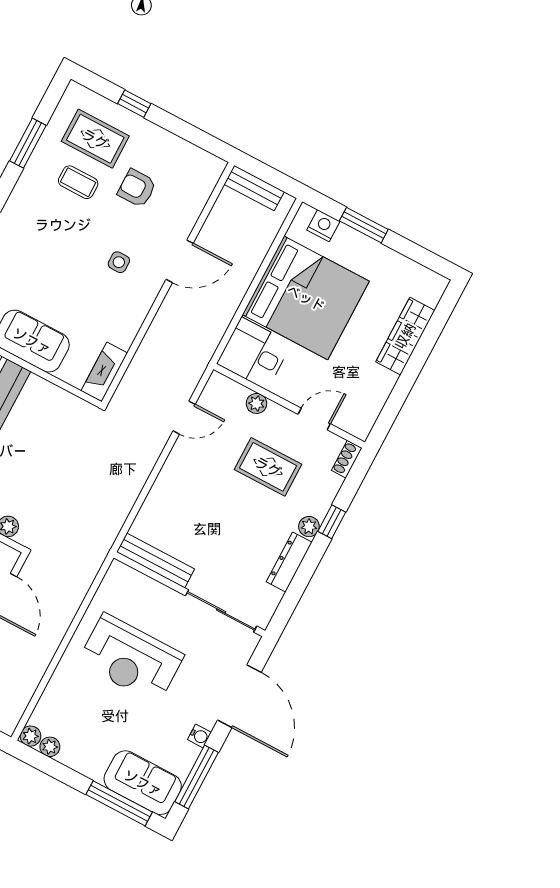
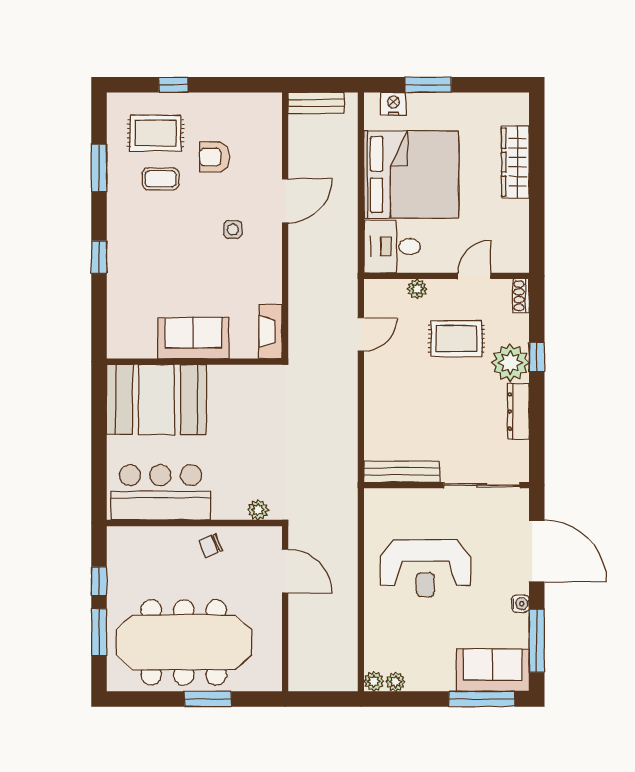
plant: (309, 527) -> (510, 363), width x1.88, depth x1.88

